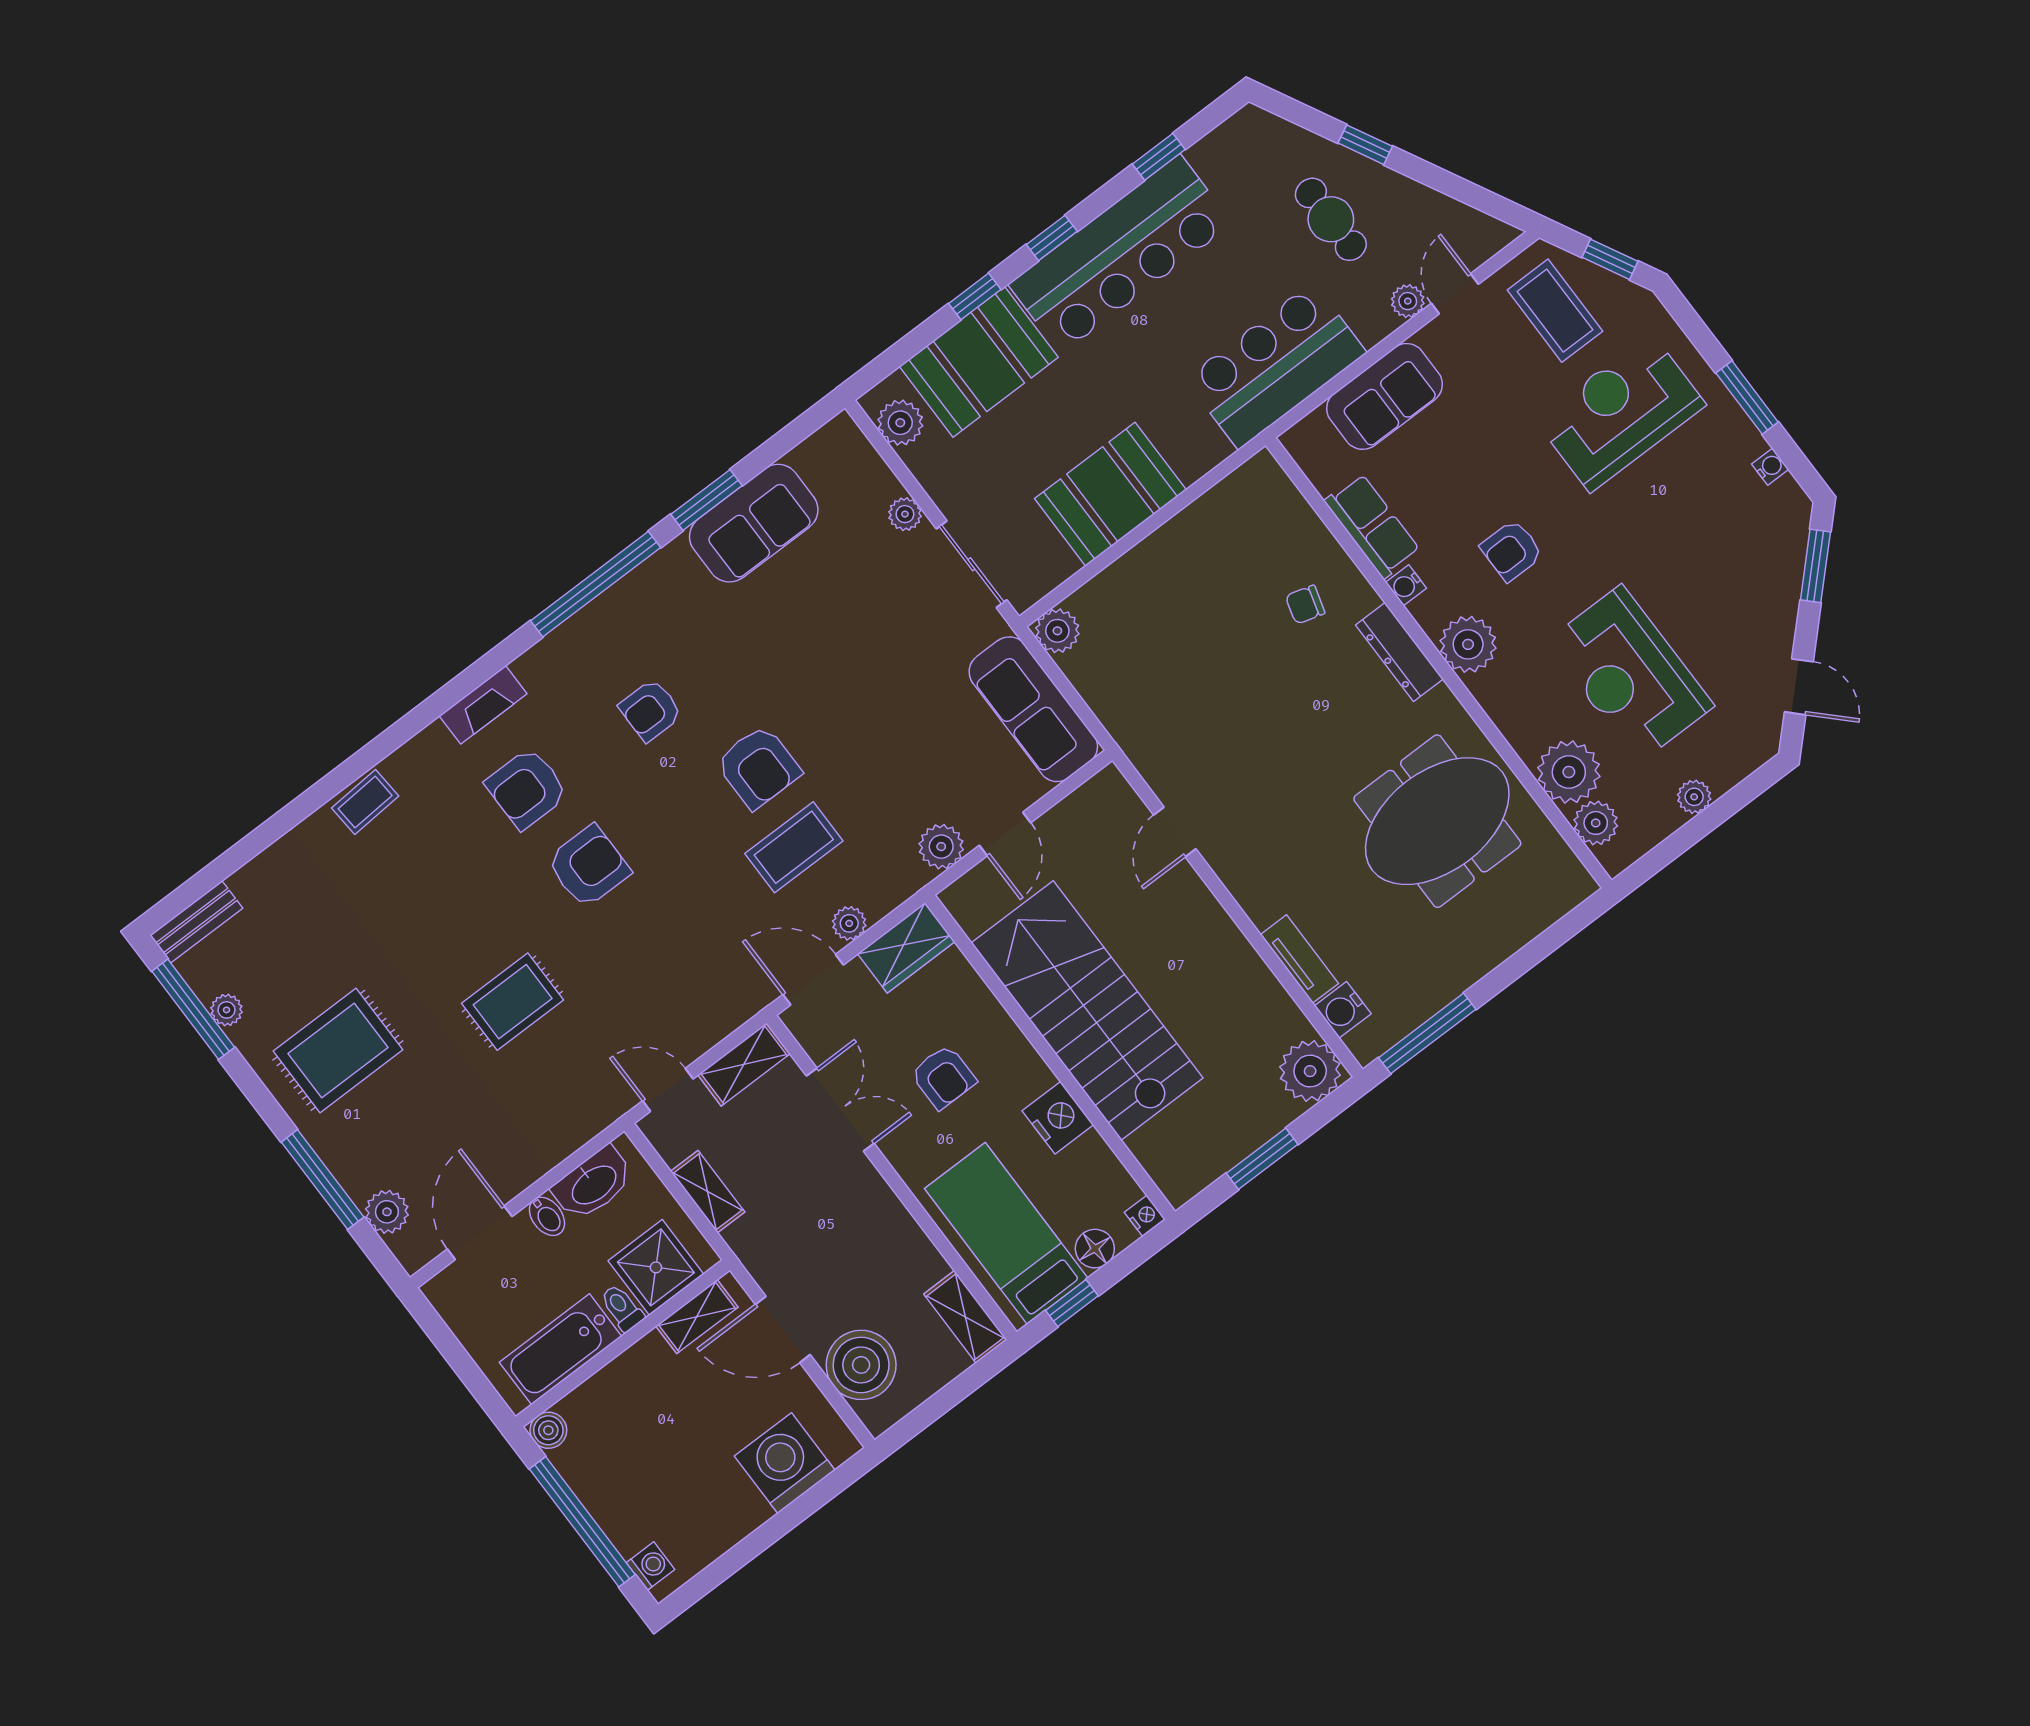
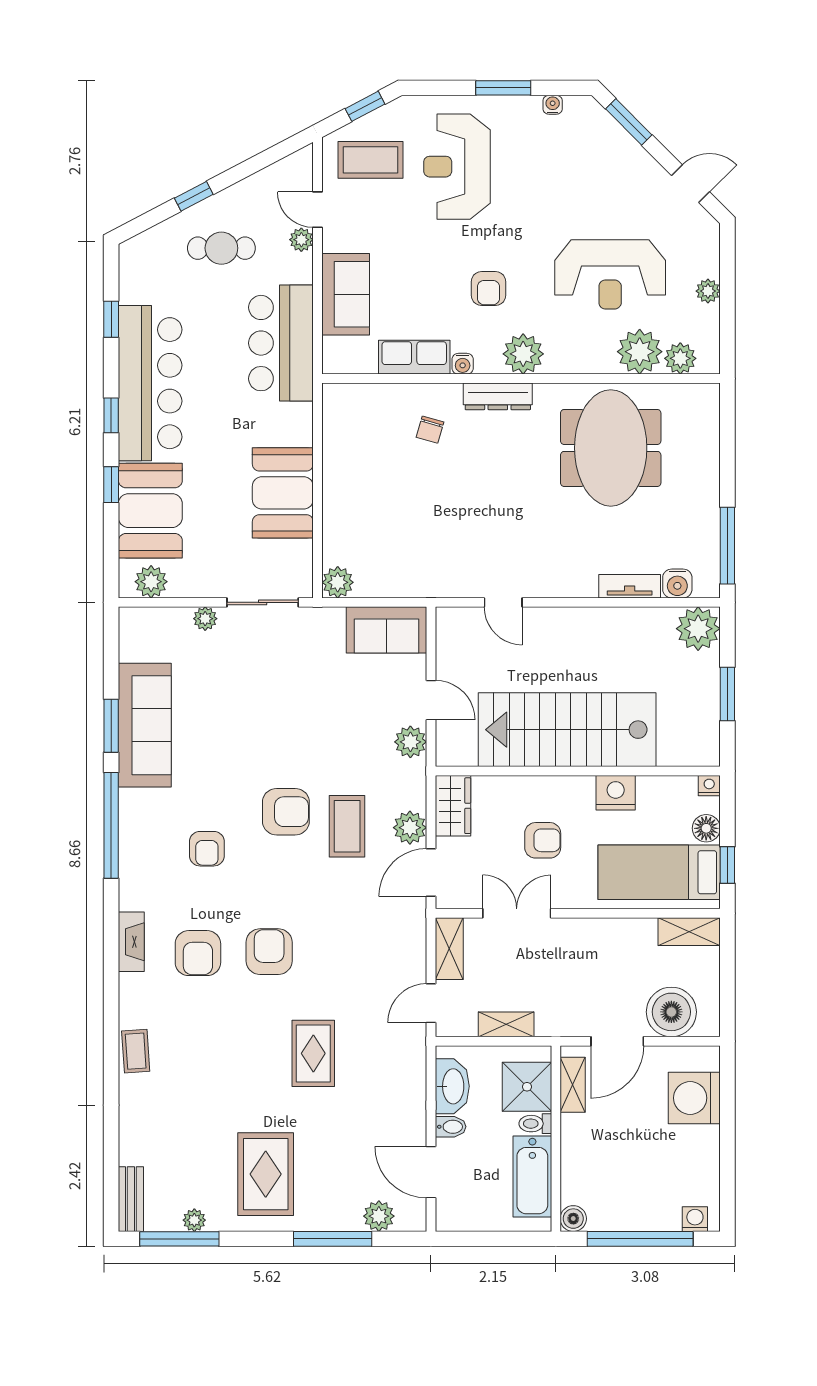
sofa: (754, 523) -> (145, 725), width x1.36
sofa: (1033, 709) -> (386, 630), width x0.73
plant: (849, 923) -> (410, 828), width x1.38, depth x1.38

